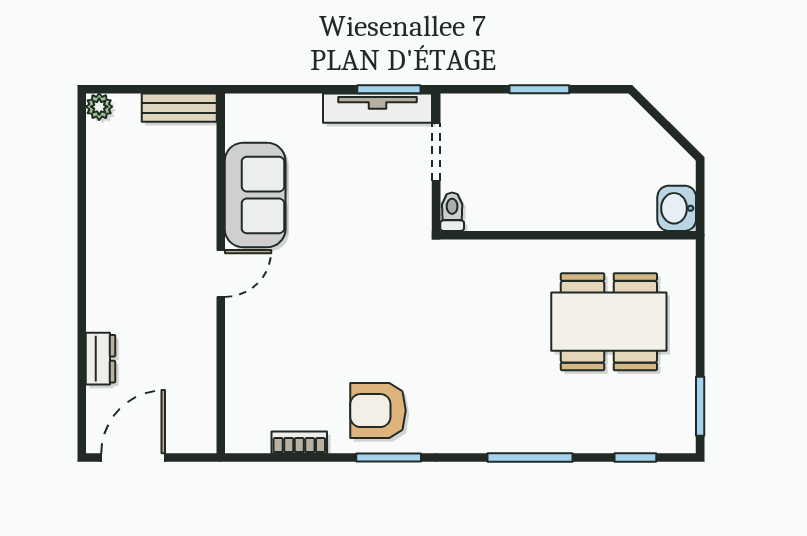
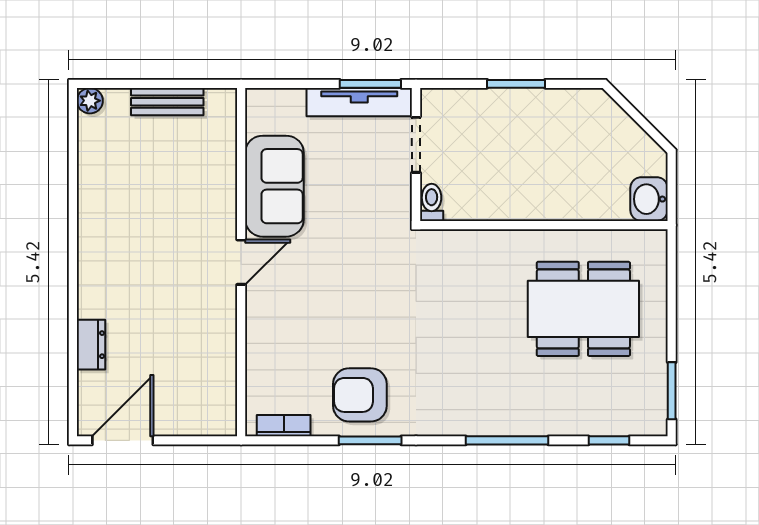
sofa: (255, 195) -> (274, 186), moved
door: (221, 273) -> (241, 262), moved
wall: (221, 273) -> (241, 262), moved

